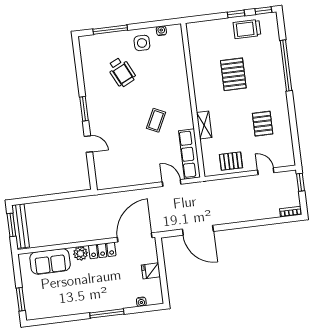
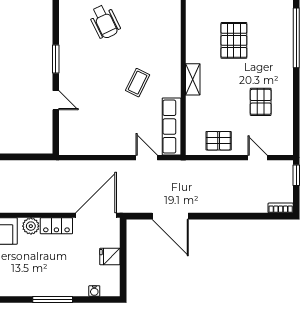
shelving: (204, 125) -> (193, 79), moved

